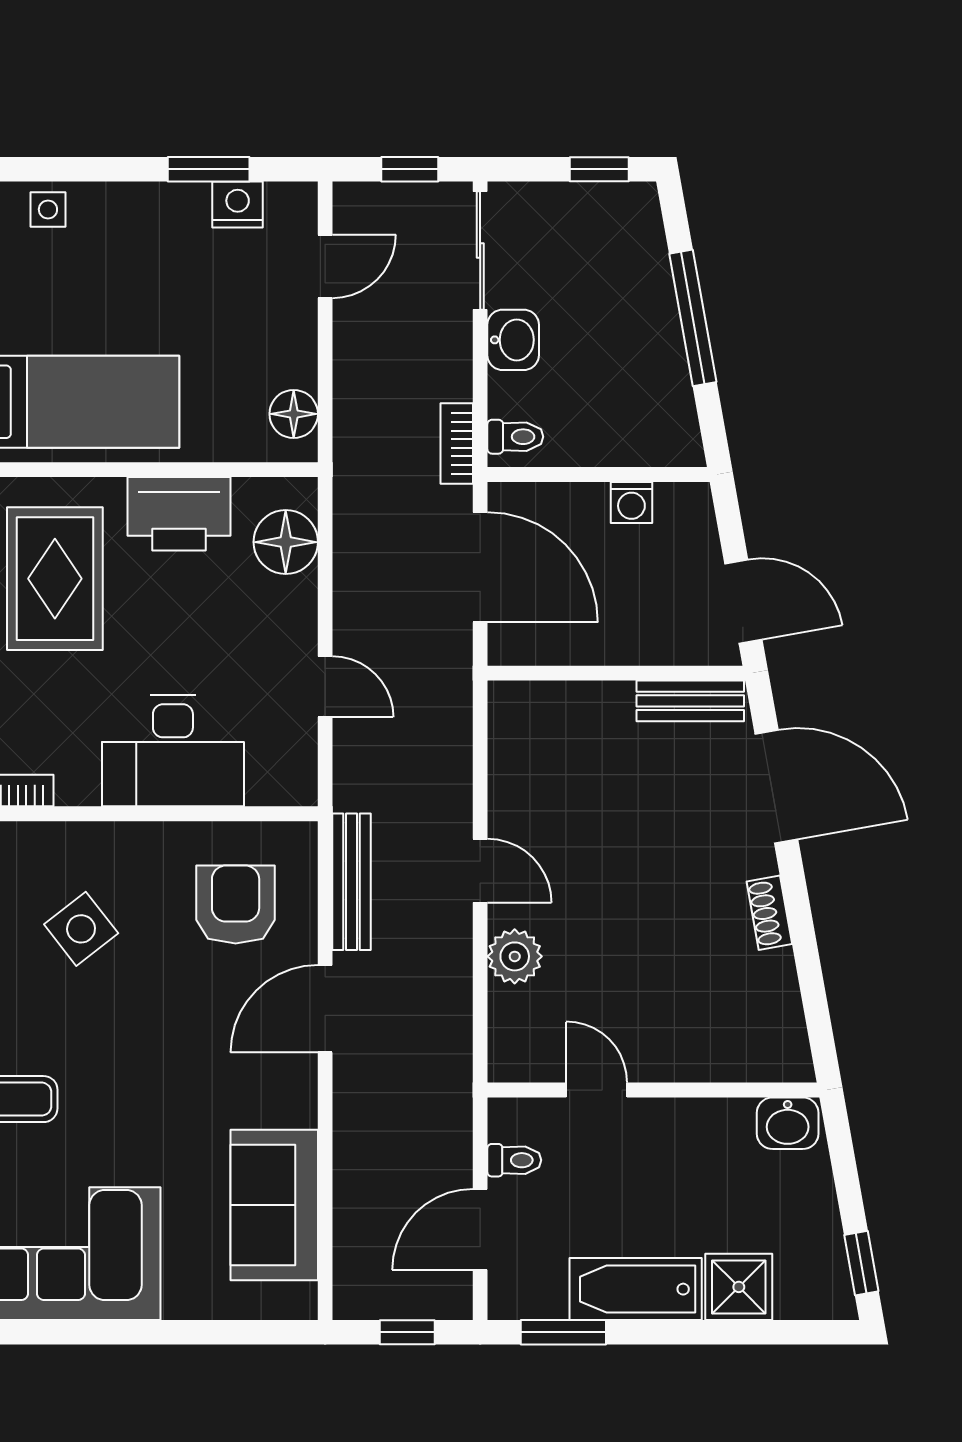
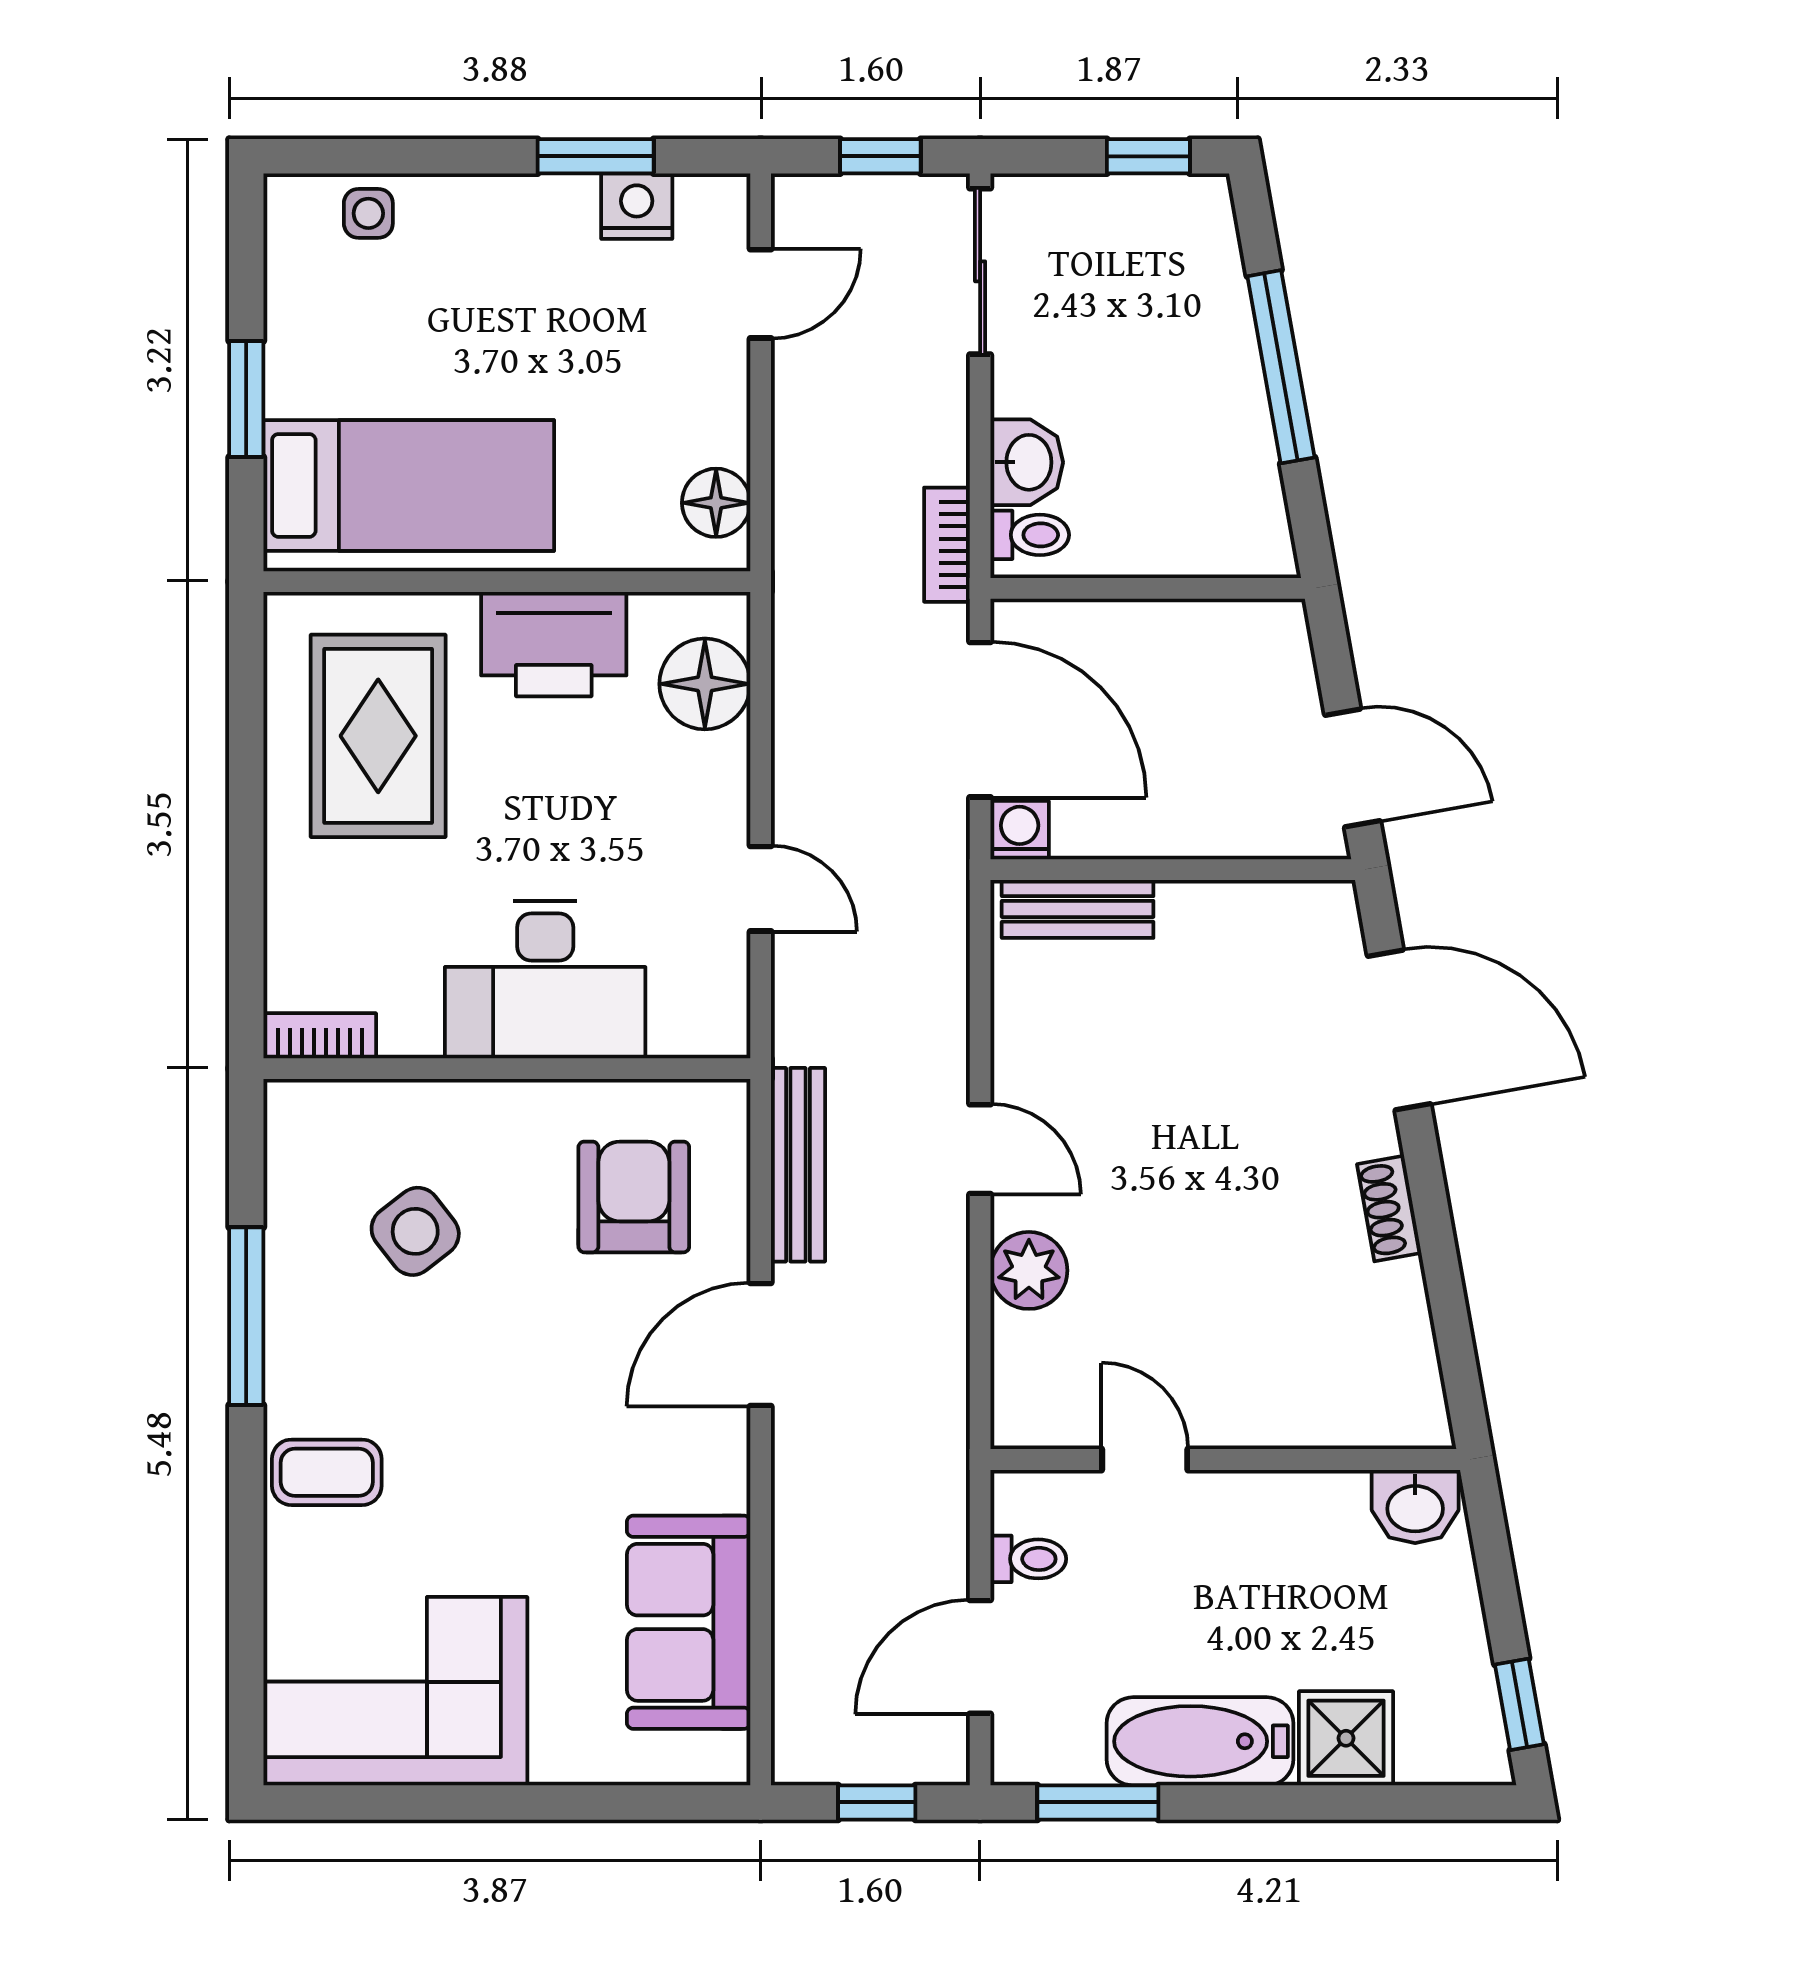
washbasin: (513, 340) -> (1027, 462), moved
washing machine: (631, 502) -> (1020, 830), moved, turned 180
bench: (690, 701) -> (1078, 909), moved

